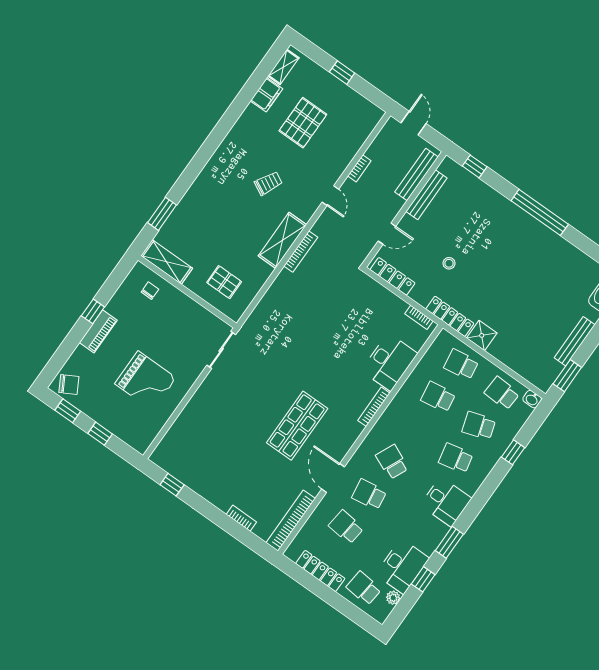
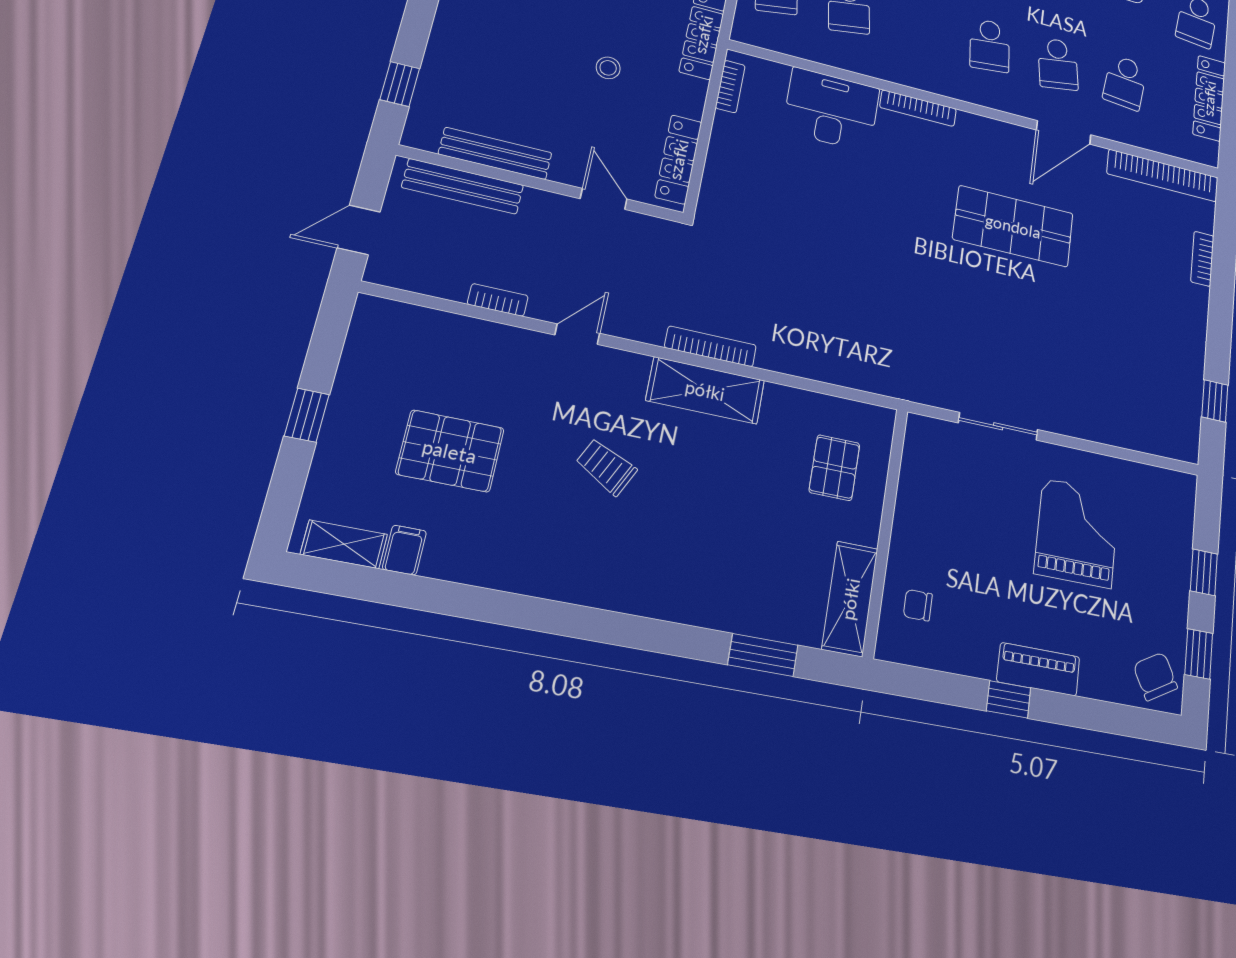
filing cabinet: (267, 95) -> (404, 550), width x0.50
sliding door: (221, 350) -> (998, 426), moved
school desk: (392, 462) -> (990, 46), turned -30

